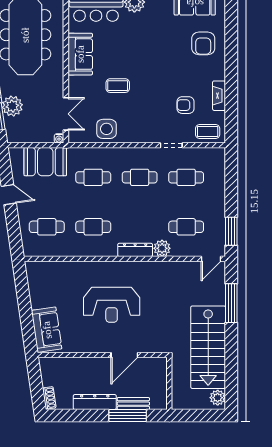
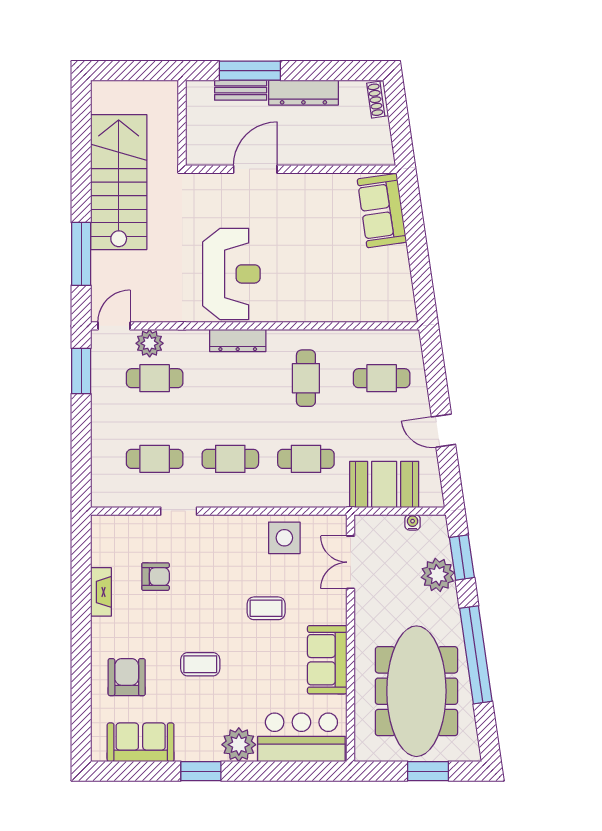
coffee table: (208, 131) -> (200, 664), moved
water cooler: (59, 138) -> (413, 522), moved
cafe table: (93, 227) -> (306, 378), turned 90
plant: (162, 248) -> (150, 343), moved
reception desk: (112, 305) -> (231, 274), moved, turned 90
plant: (218, 398) -> (103, 100), removed

